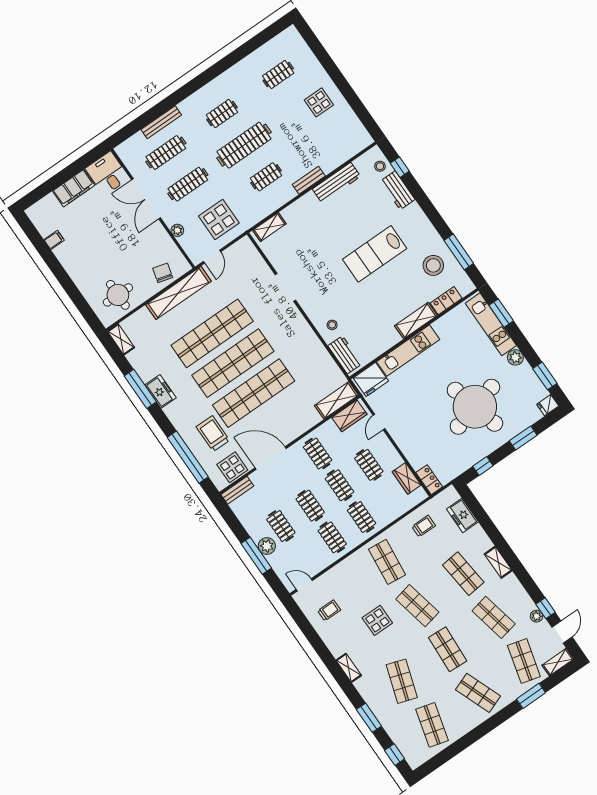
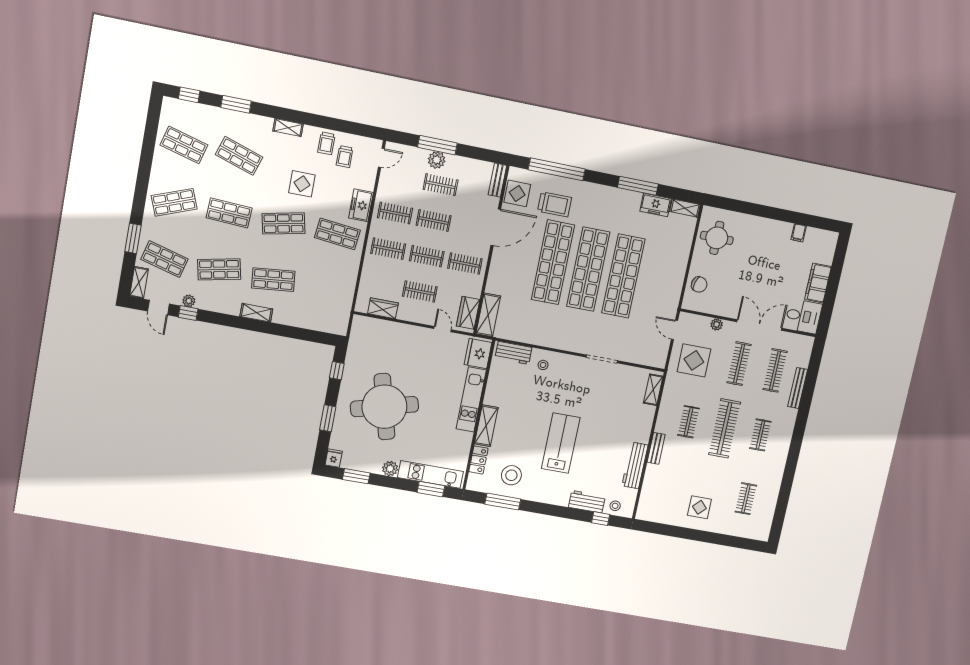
shelving: (178, 293) -> (675, 281), removed
freezer: (160, 391) -> (656, 205), moved
locker: (429, 480) -> (366, 323), removed
freezer: (462, 515) -> (361, 205), moved, turned -90
trolley: (424, 526) -> (326, 143), moved

